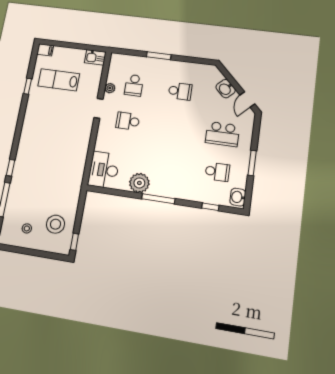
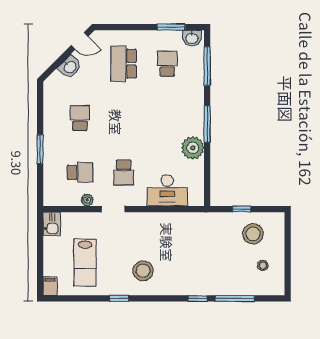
window: (28, 86) -> (119, 298), moved
stool: (43, 126) -> (143, 271), added
school desk: (222, 134) -> (124, 64), turned 180
window: (252, 163) -> (171, 27), moved
desk: (104, 170) -> (167, 190), moved
window: (210, 207) -> (207, 66), width x2.17
window: (74, 242) -> (242, 209), moved

